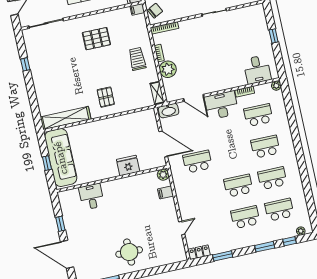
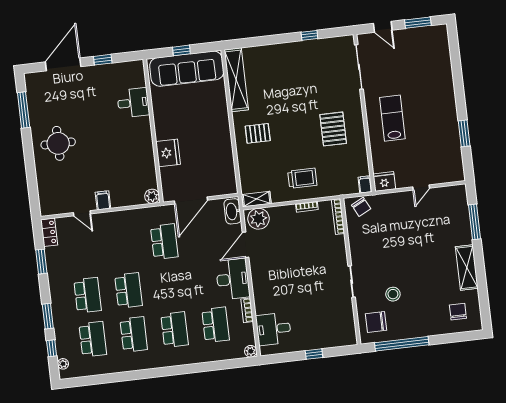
plant: (168, 69) -> (258, 219), moved
filing cabinet: (166, 192) -> (103, 200), moved

